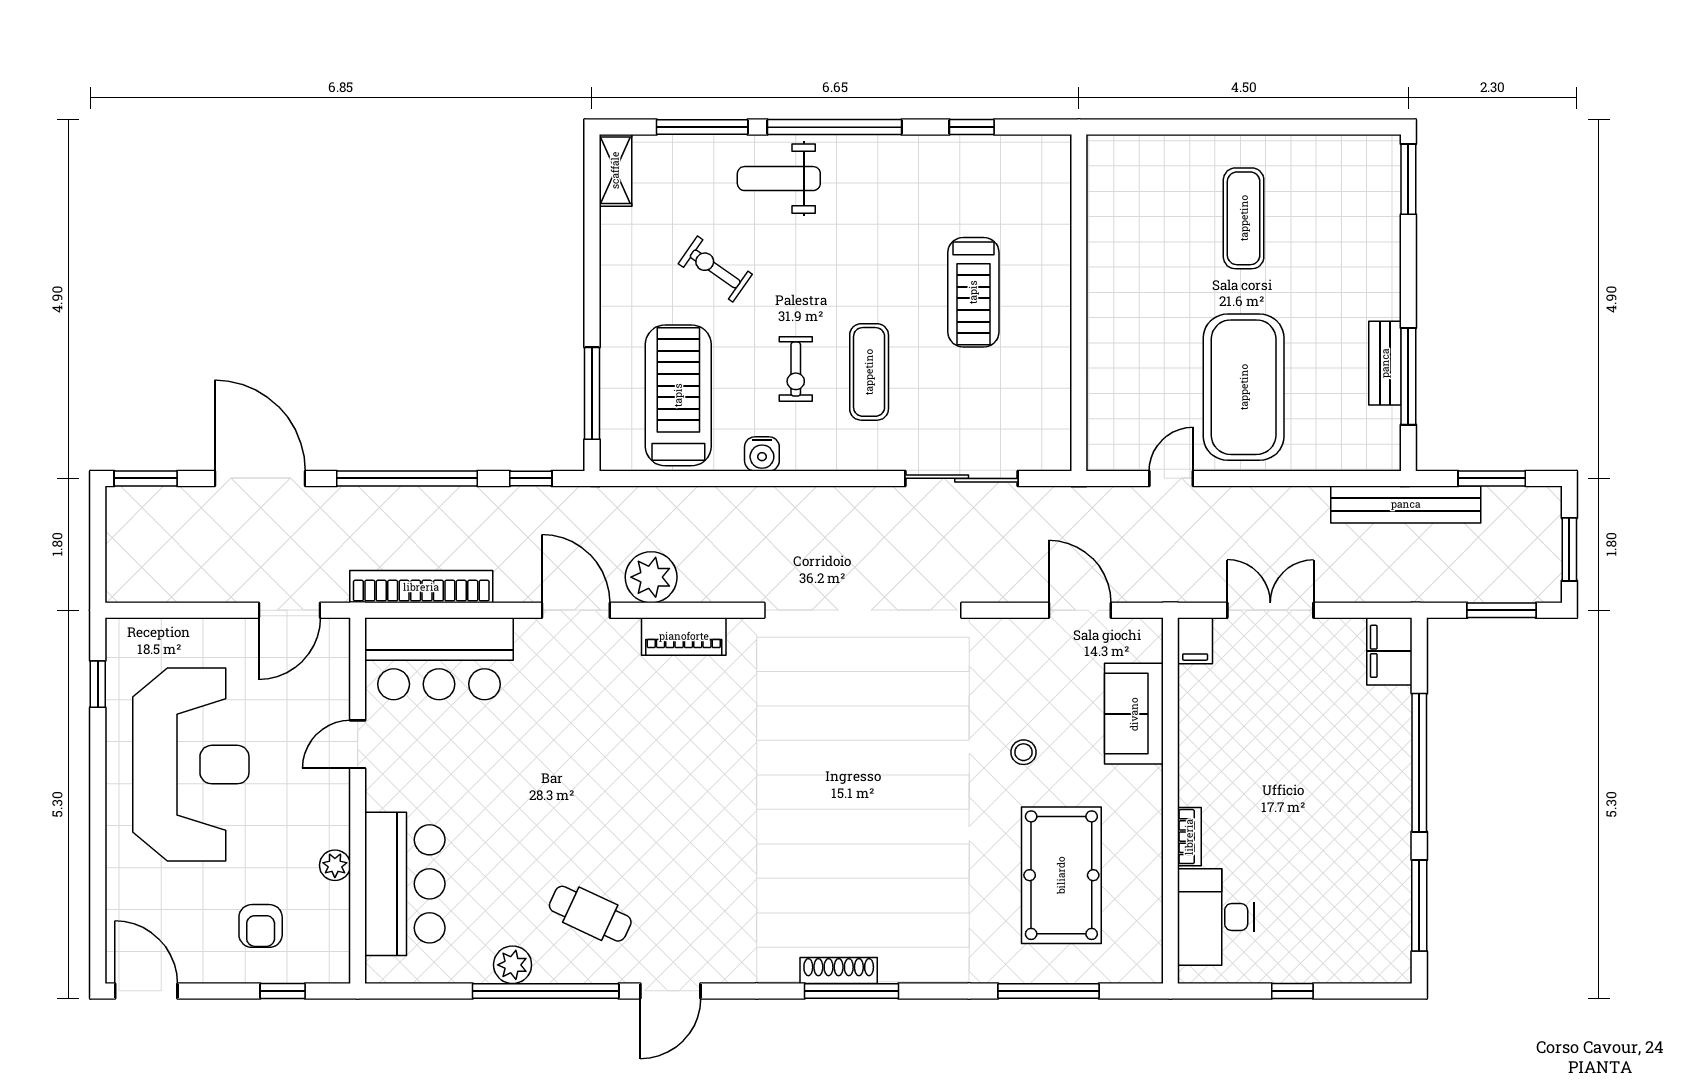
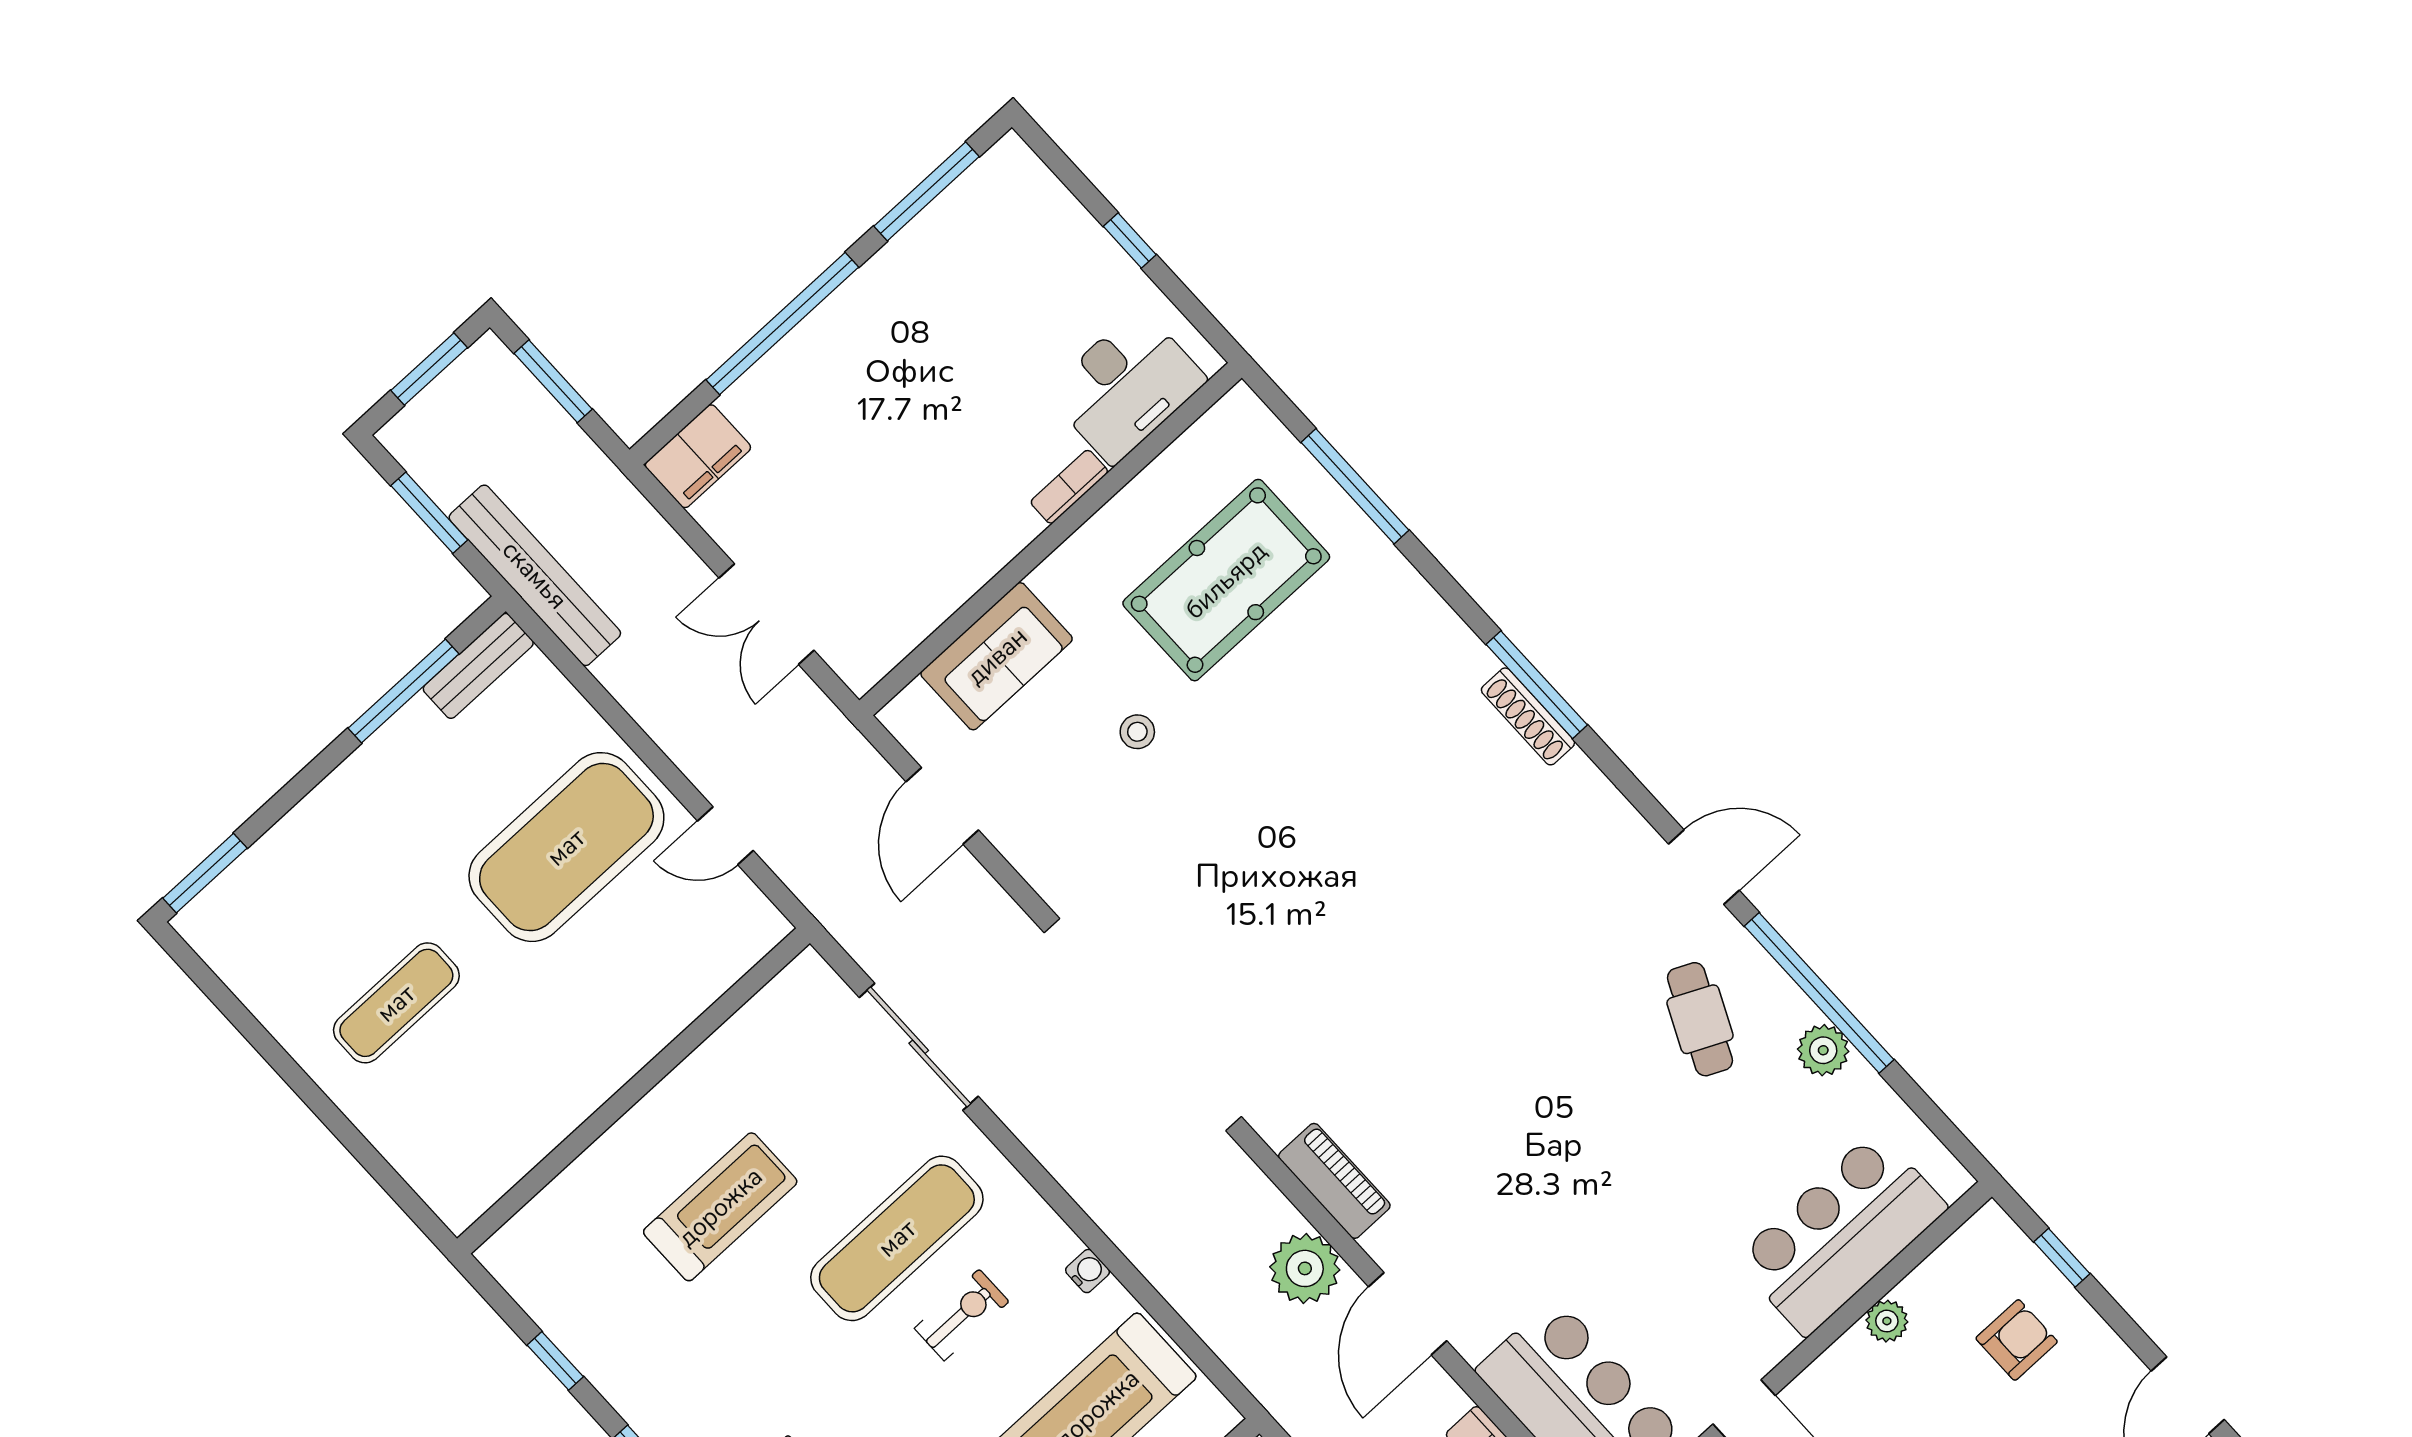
bench: (1385, 363) -> (478, 666), moved
exercise mat: (869, 372) -> (897, 1238), width x1.36, depth x1.45
water cooler: (762, 454) -> (1087, 1271), width x0.72, depth x0.72
filing cabinet: (1195, 641) -> (867, 662), removed

